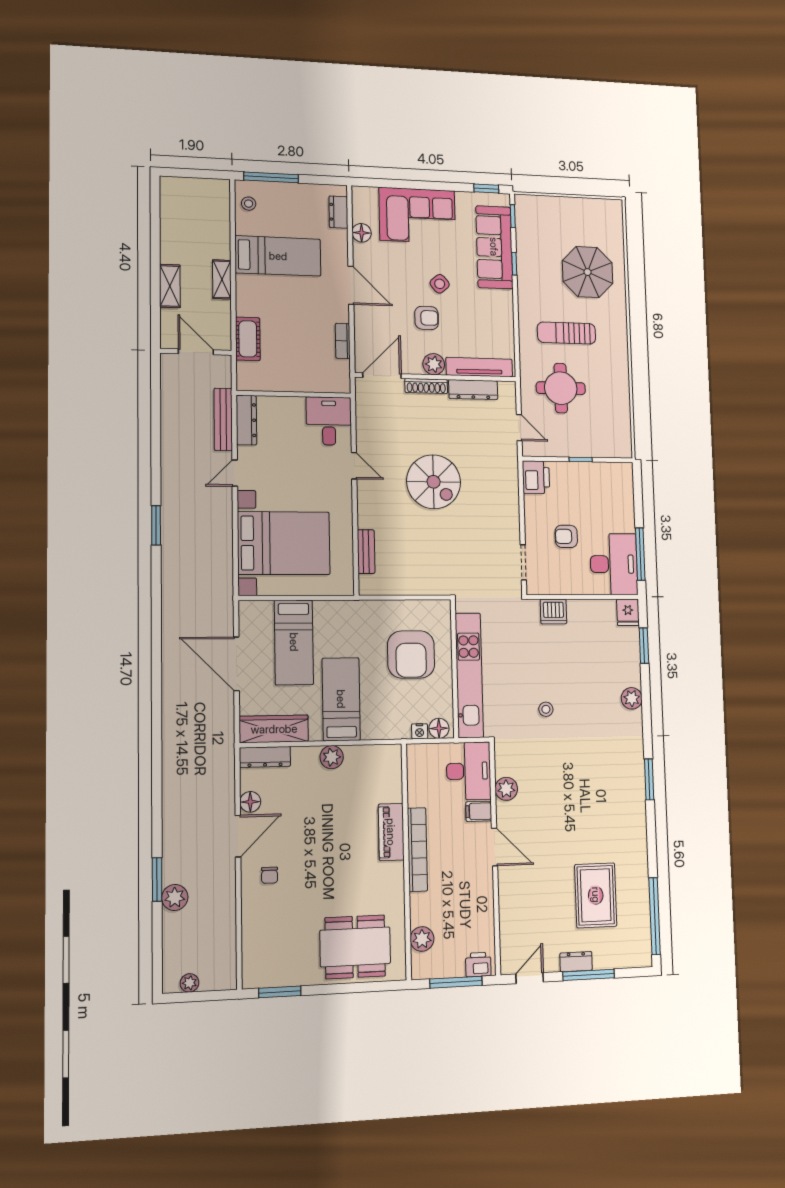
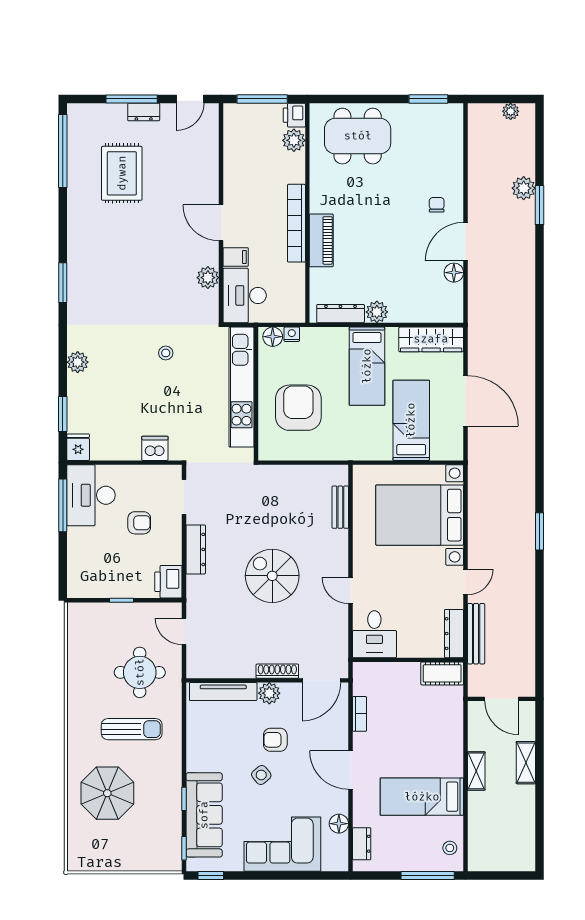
cot: (248, 339) -> (442, 673), moved, turned 90
dresser: (473, 390) -> (196, 549), moved, turned 90
dresser: (265, 757) -> (341, 314), moved
printer: (478, 965) -> (294, 115), moved, turned 90

